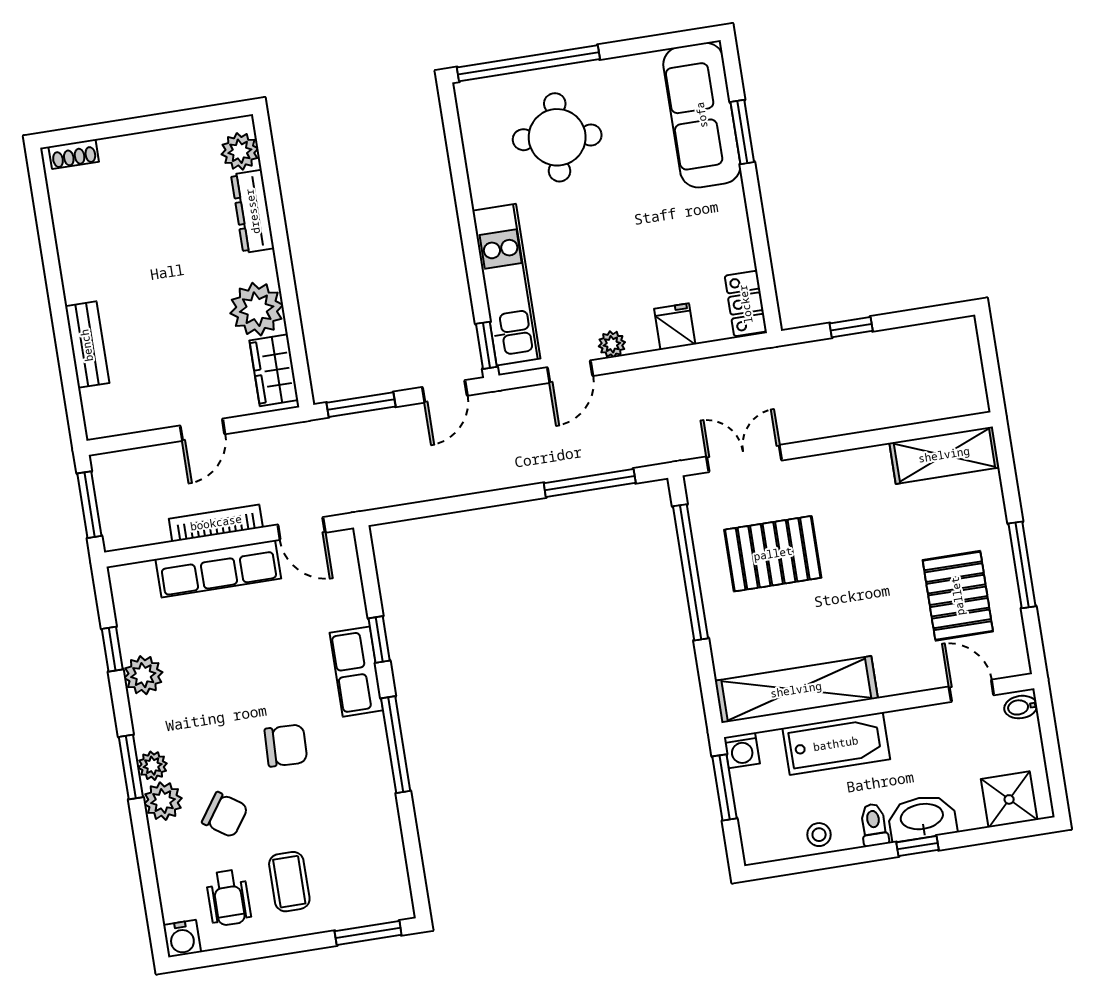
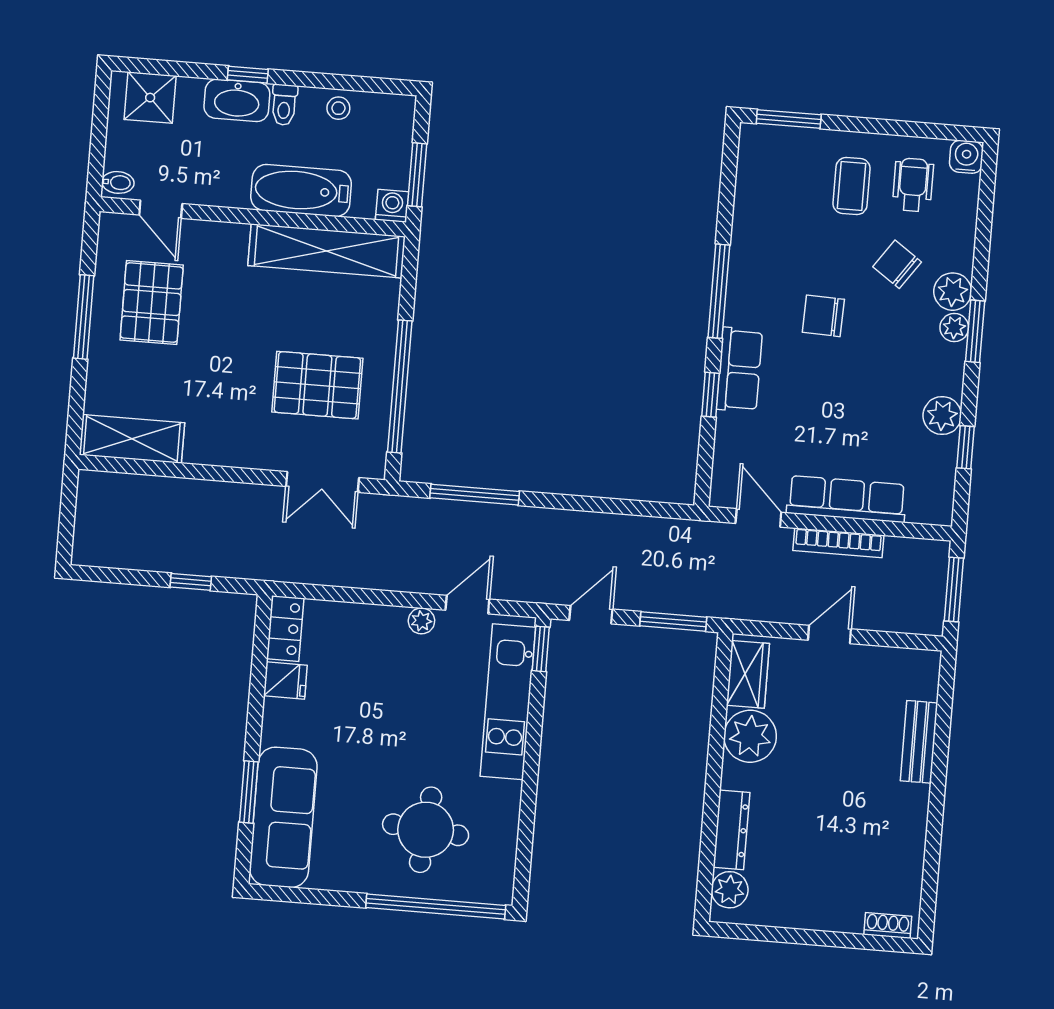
fridge: (675, 327) -> (285, 680), moved, turned -90

